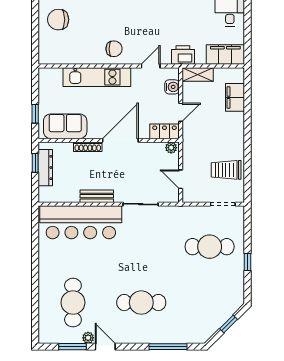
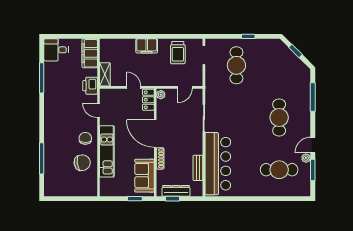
chair: (58, 20) -> (82, 163), moved, turned -98
water cooler: (172, 87) -> (114, 94), removed
filing cabinet: (235, 97) -> (147, 46), moved
bench: (97, 196) -> (198, 168), moved

